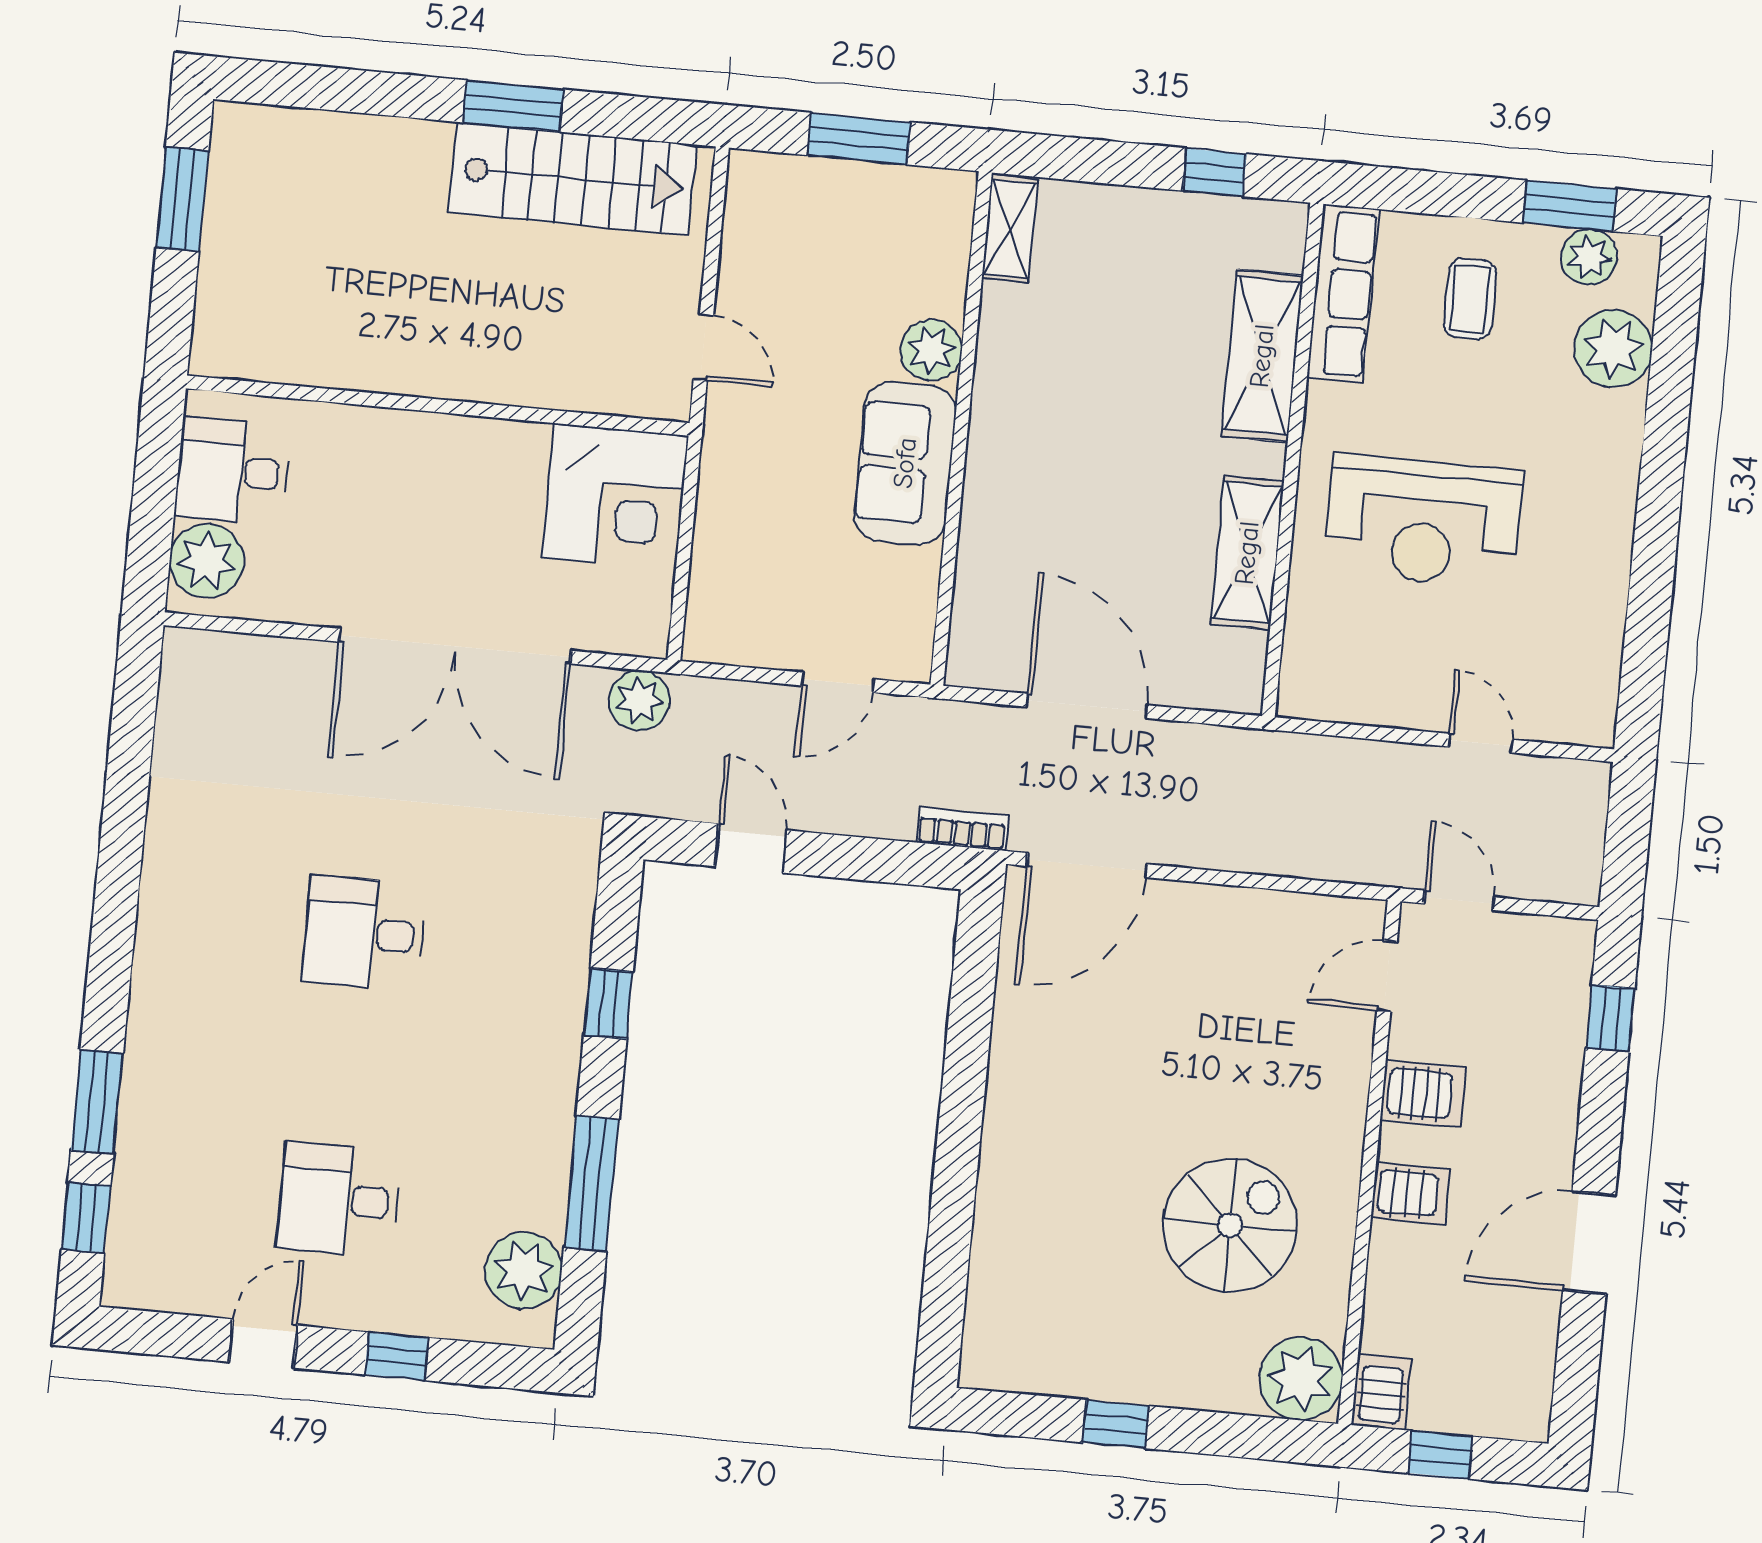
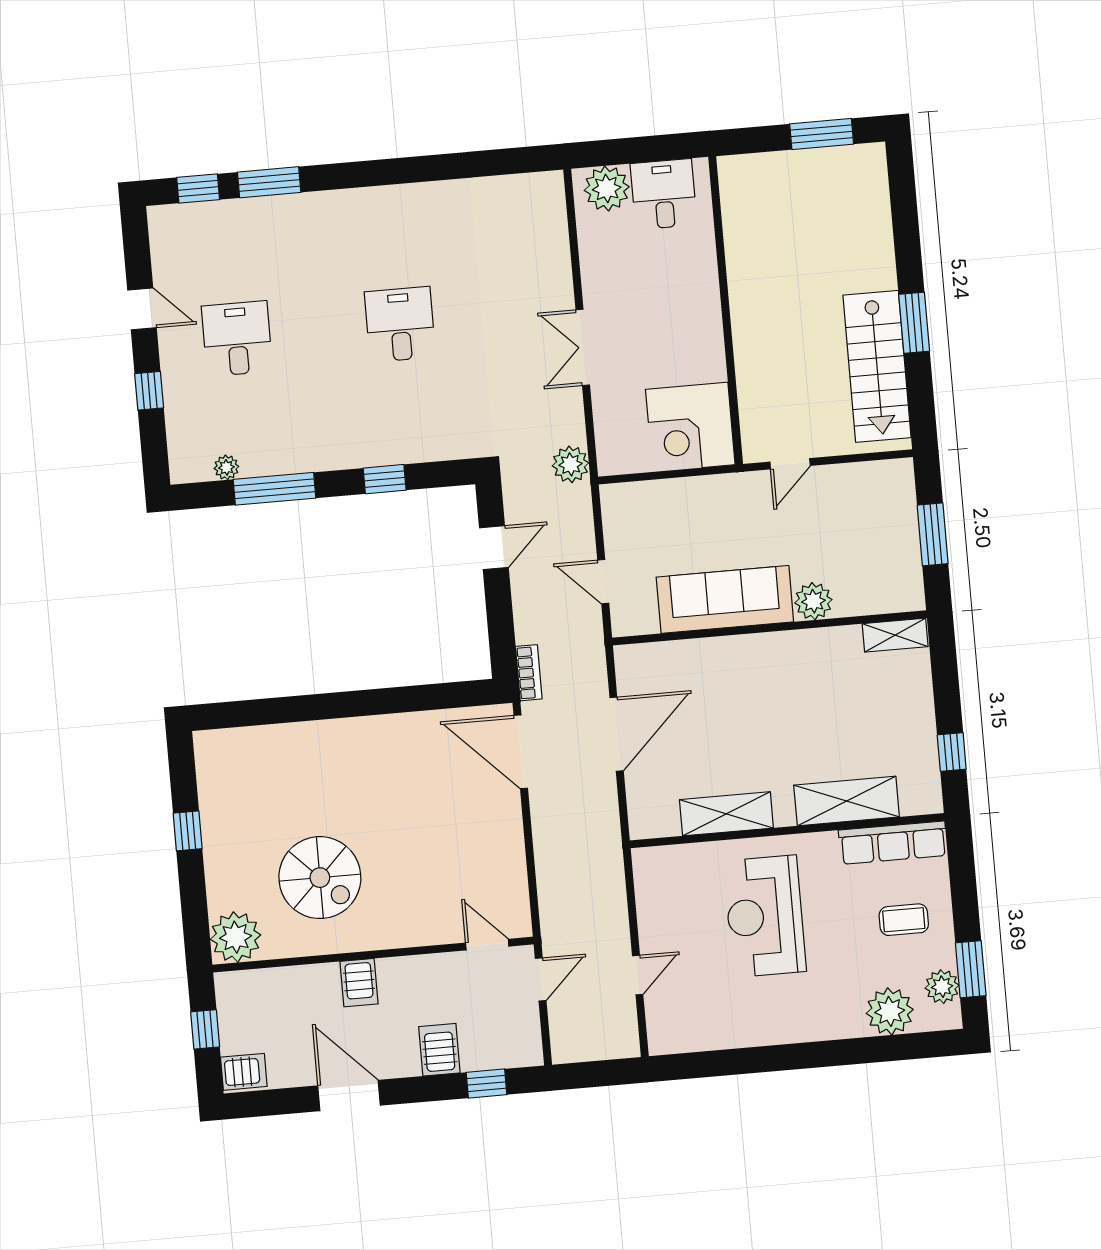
sofa: (905, 463) -> (725, 599), width x1.36
double door: (455, 646) -> (583, 347), width x0.54
server rack: (1423, 1094) -> (439, 1050), moved, turned 180
plant: (523, 1271) -> (226, 467), width x0.53, depth x0.53
server rack: (1381, 1392) -> (244, 1072), moved

